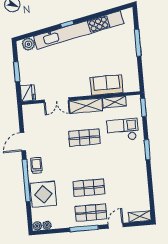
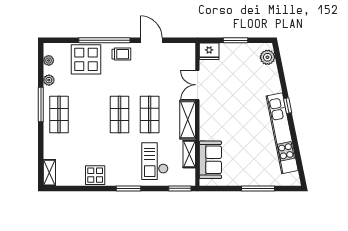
kitchen unit: (79, 30) -> (282, 133), width x0.73
sofa: (107, 85) -> (210, 160), moved
checkout: (123, 130) -> (155, 161), turned 180
display table: (139, 178) -> (95, 175), added
shop shelf: (89, 188) -> (119, 114), moved
plant: (37, 226) -> (49, 80), moved
door: (116, 226) -> (41, 143), removed

